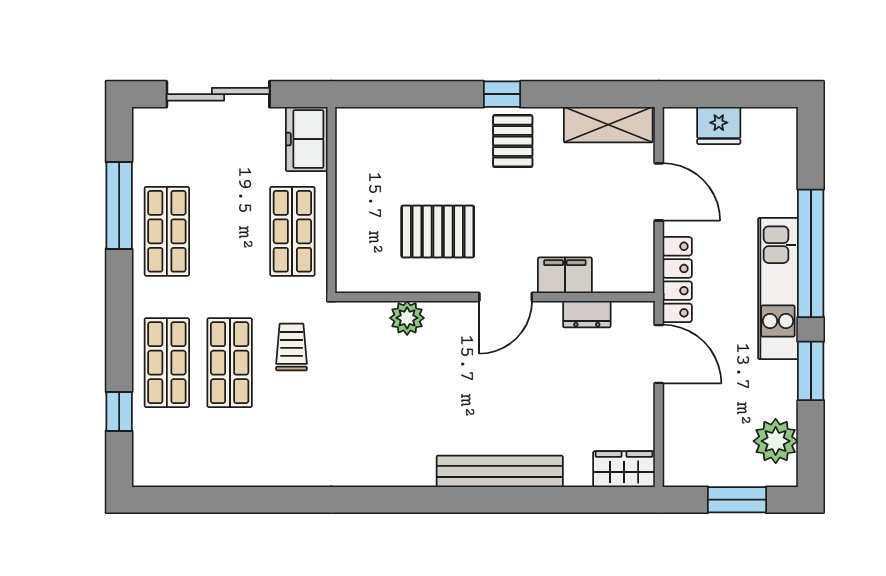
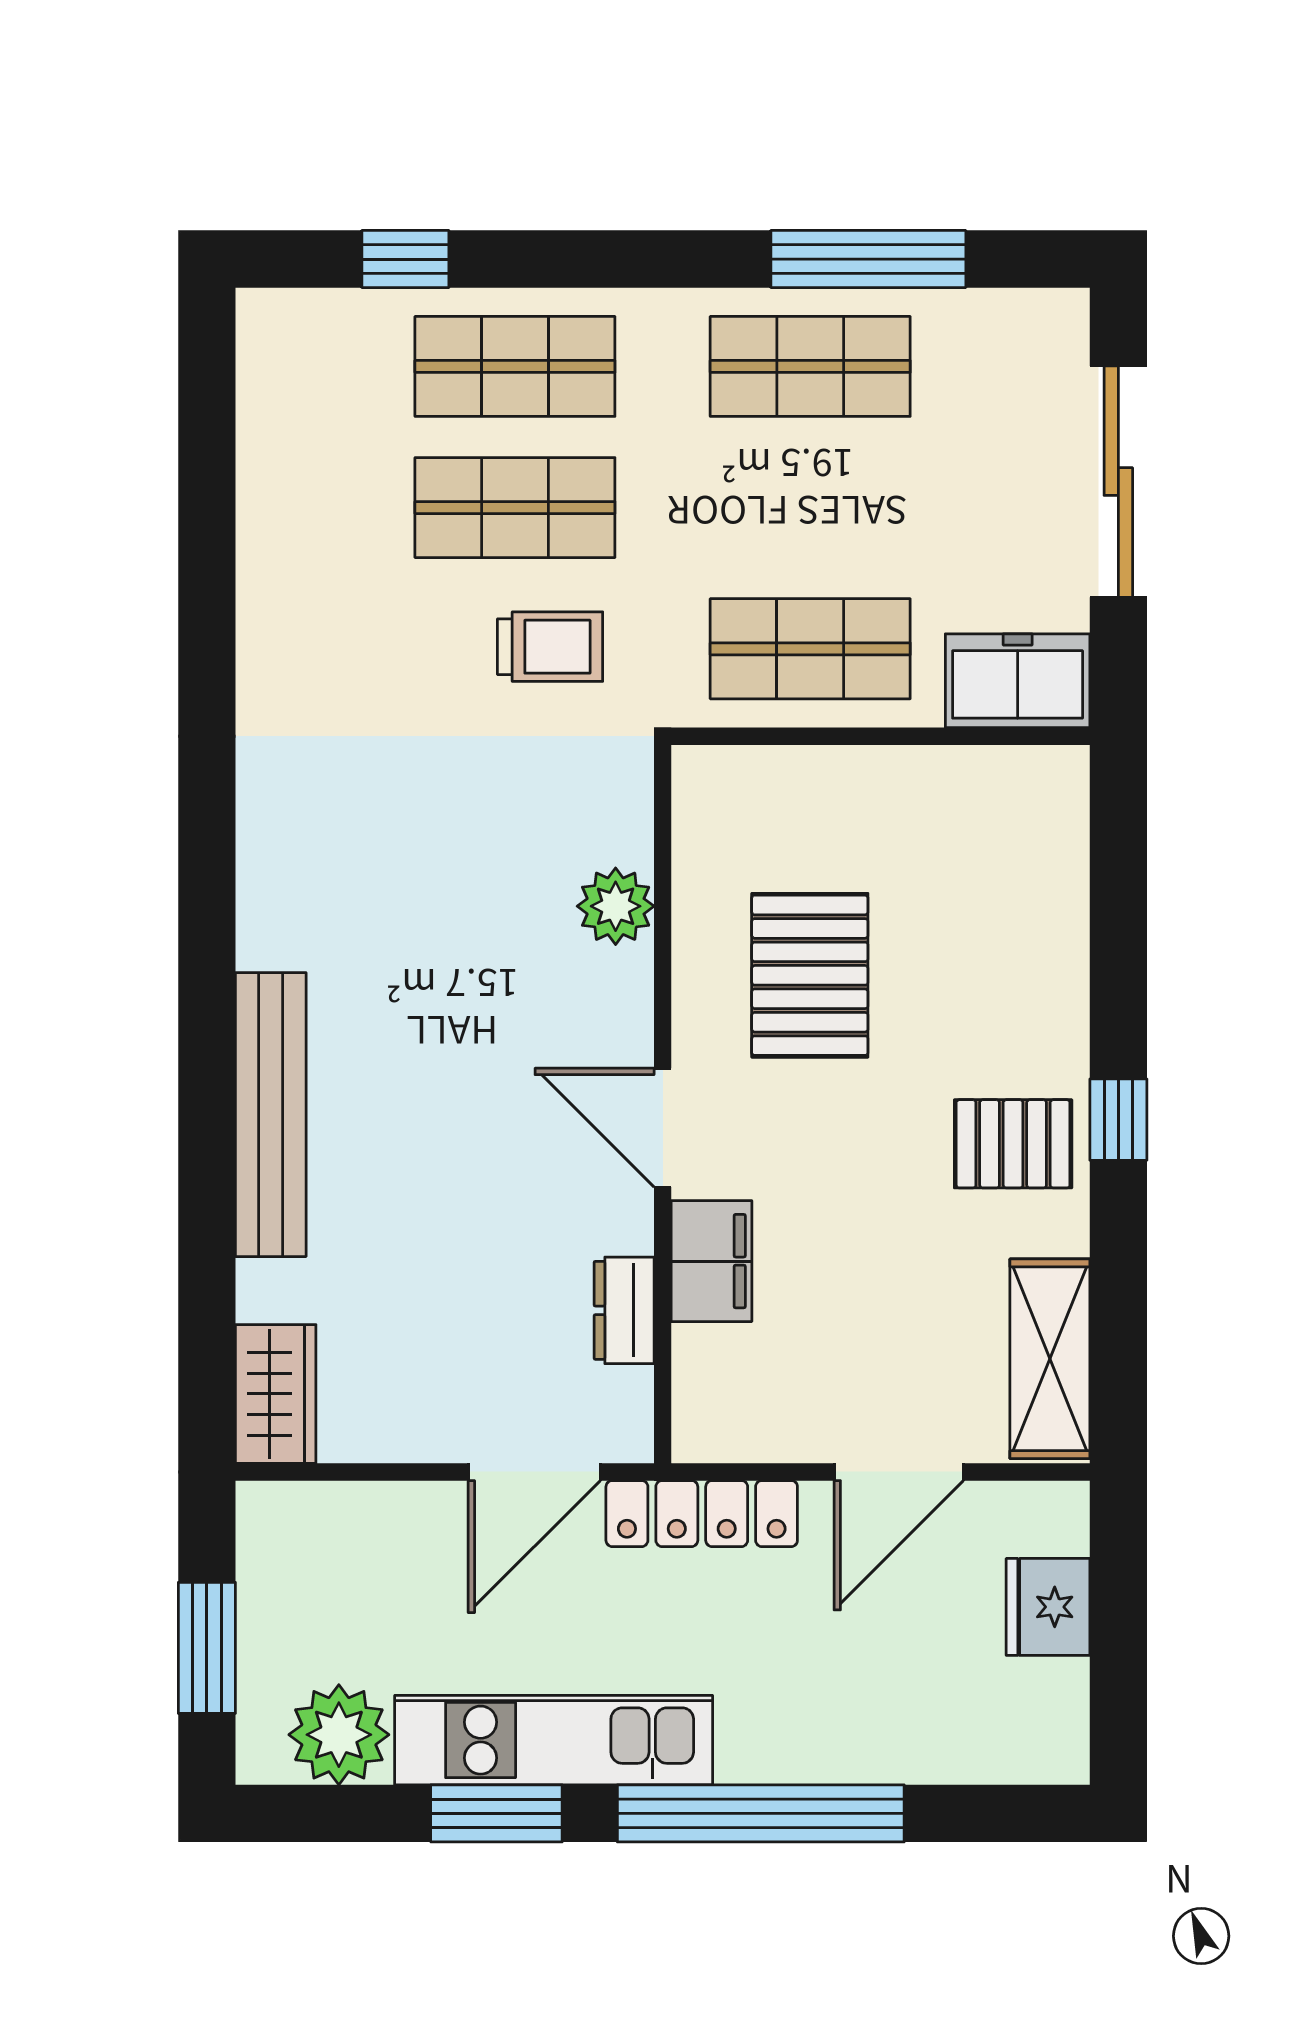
kitchen unit: (778, 288) -> (554, 1740), moved

